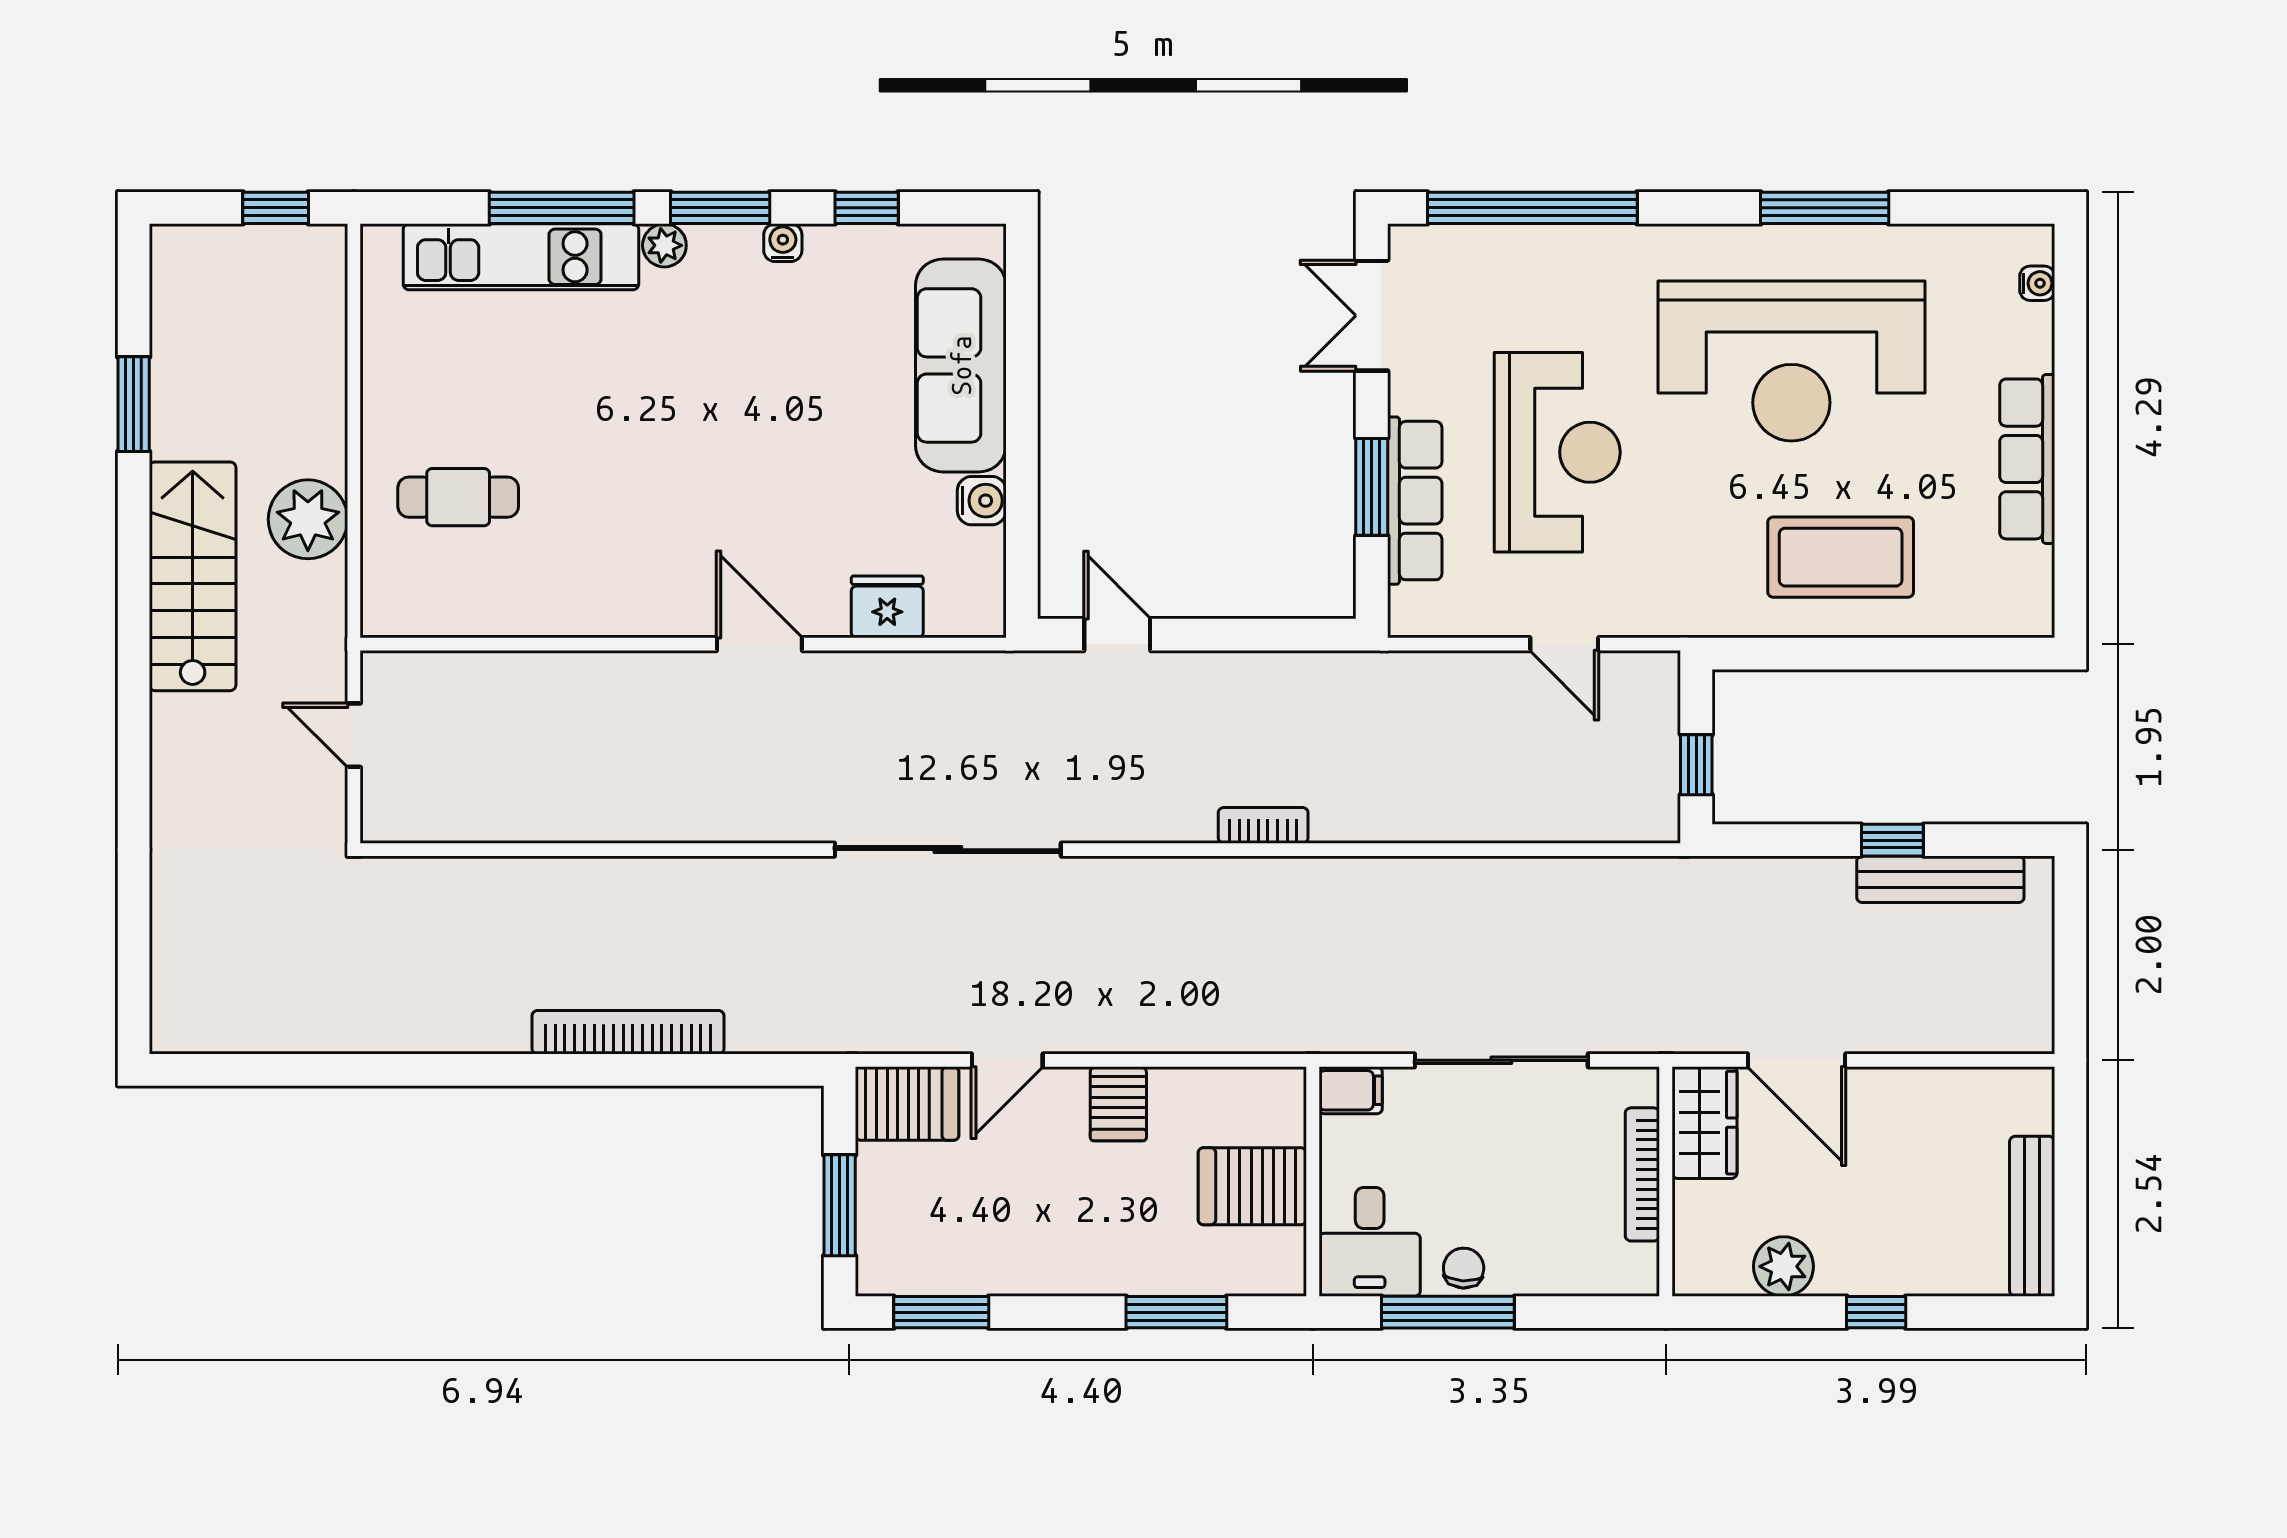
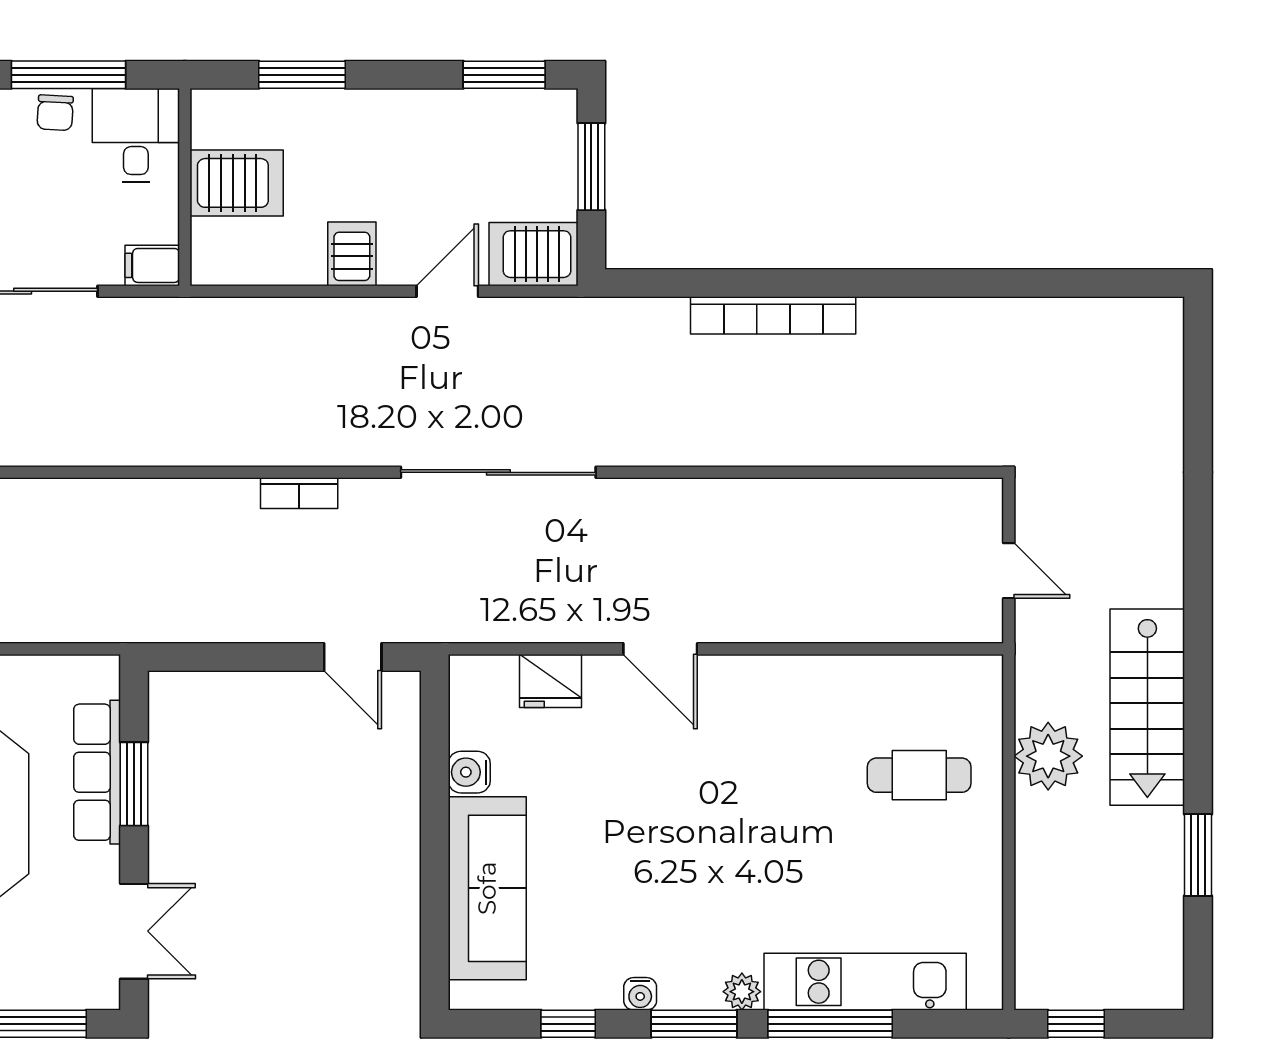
bookcase: (1263, 825) -> (299, 493), moved

